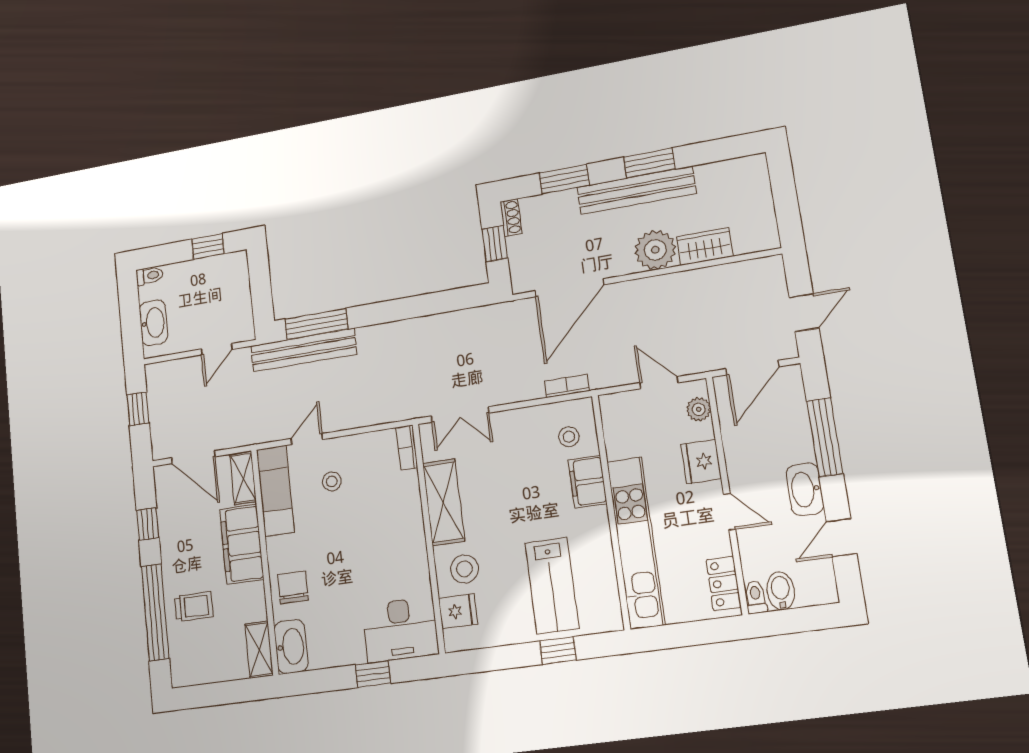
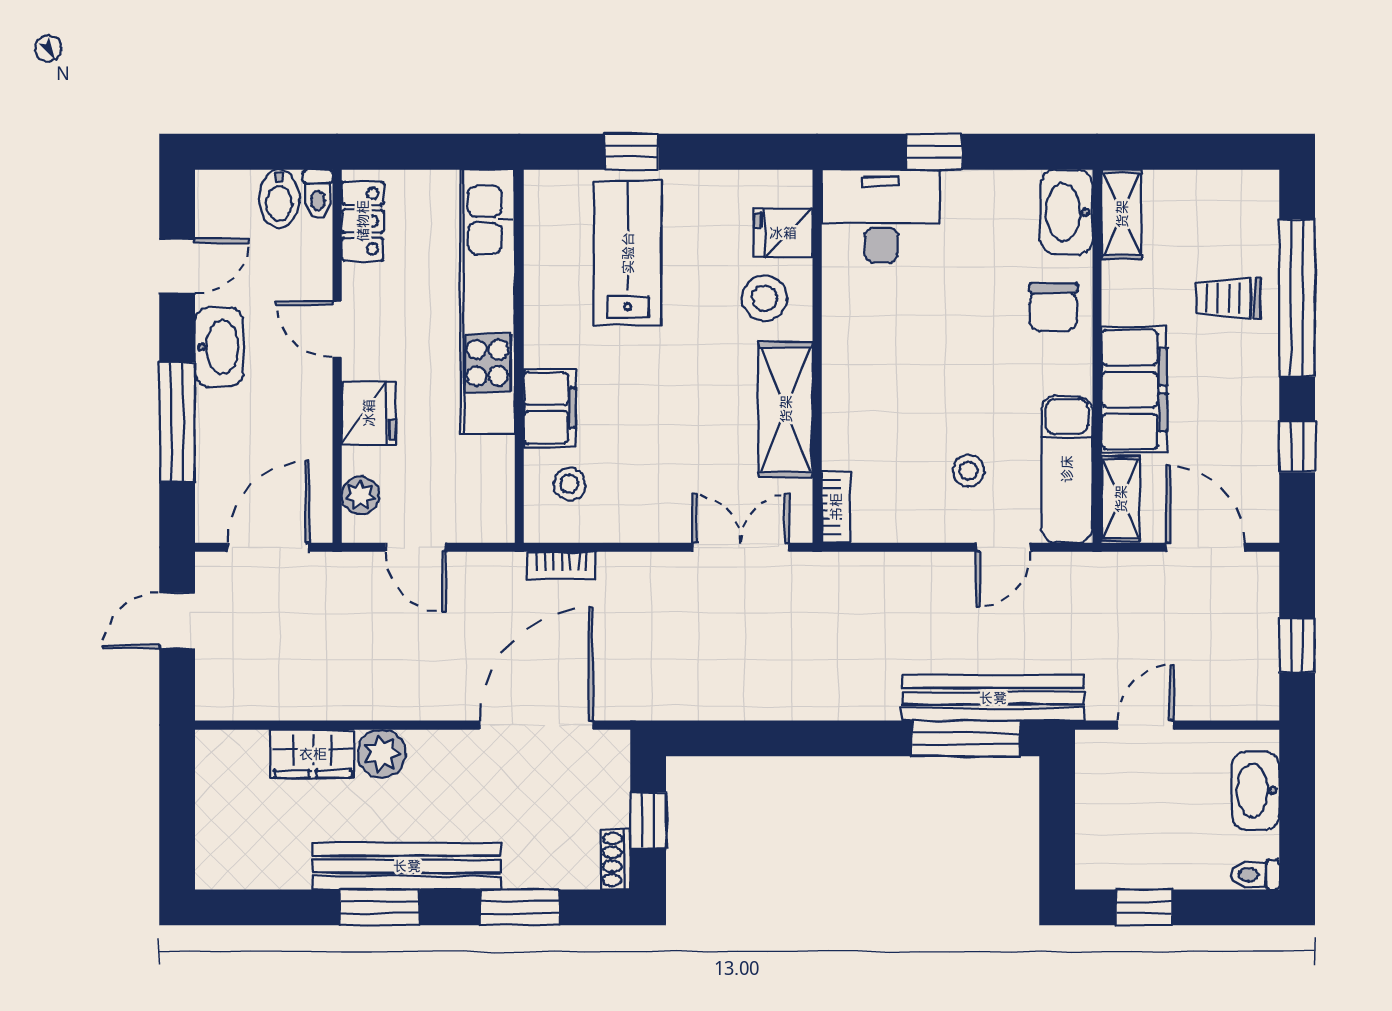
plant: (655, 250) -> (382, 754), width x0.73, depth x0.73

